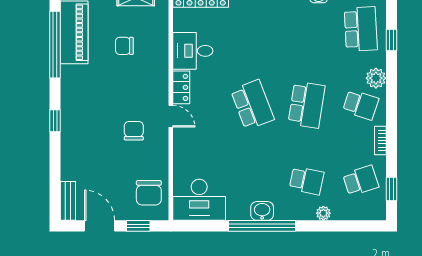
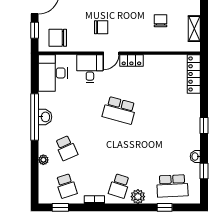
desk: (193, 51) -> (90, 69), moved
school desk: (252, 105) -> (119, 110), turned 36
school desk: (307, 105) -> (119, 148), removed
school desk: (307, 181) -> (66, 148), turned -36

